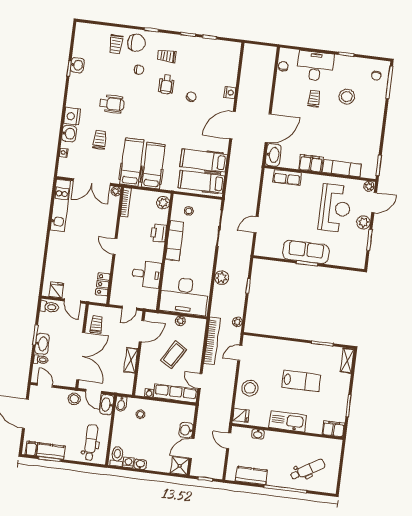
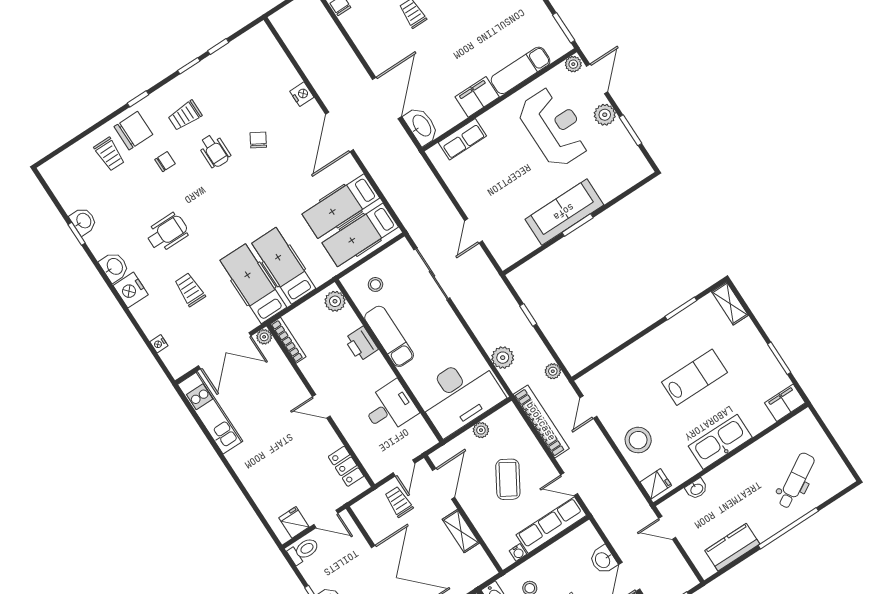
washbasin: (69, 134) -> (114, 267), moved
plant: (222, 278) -> (503, 358), moved
trolley: (96, 325) -> (399, 502), moved

